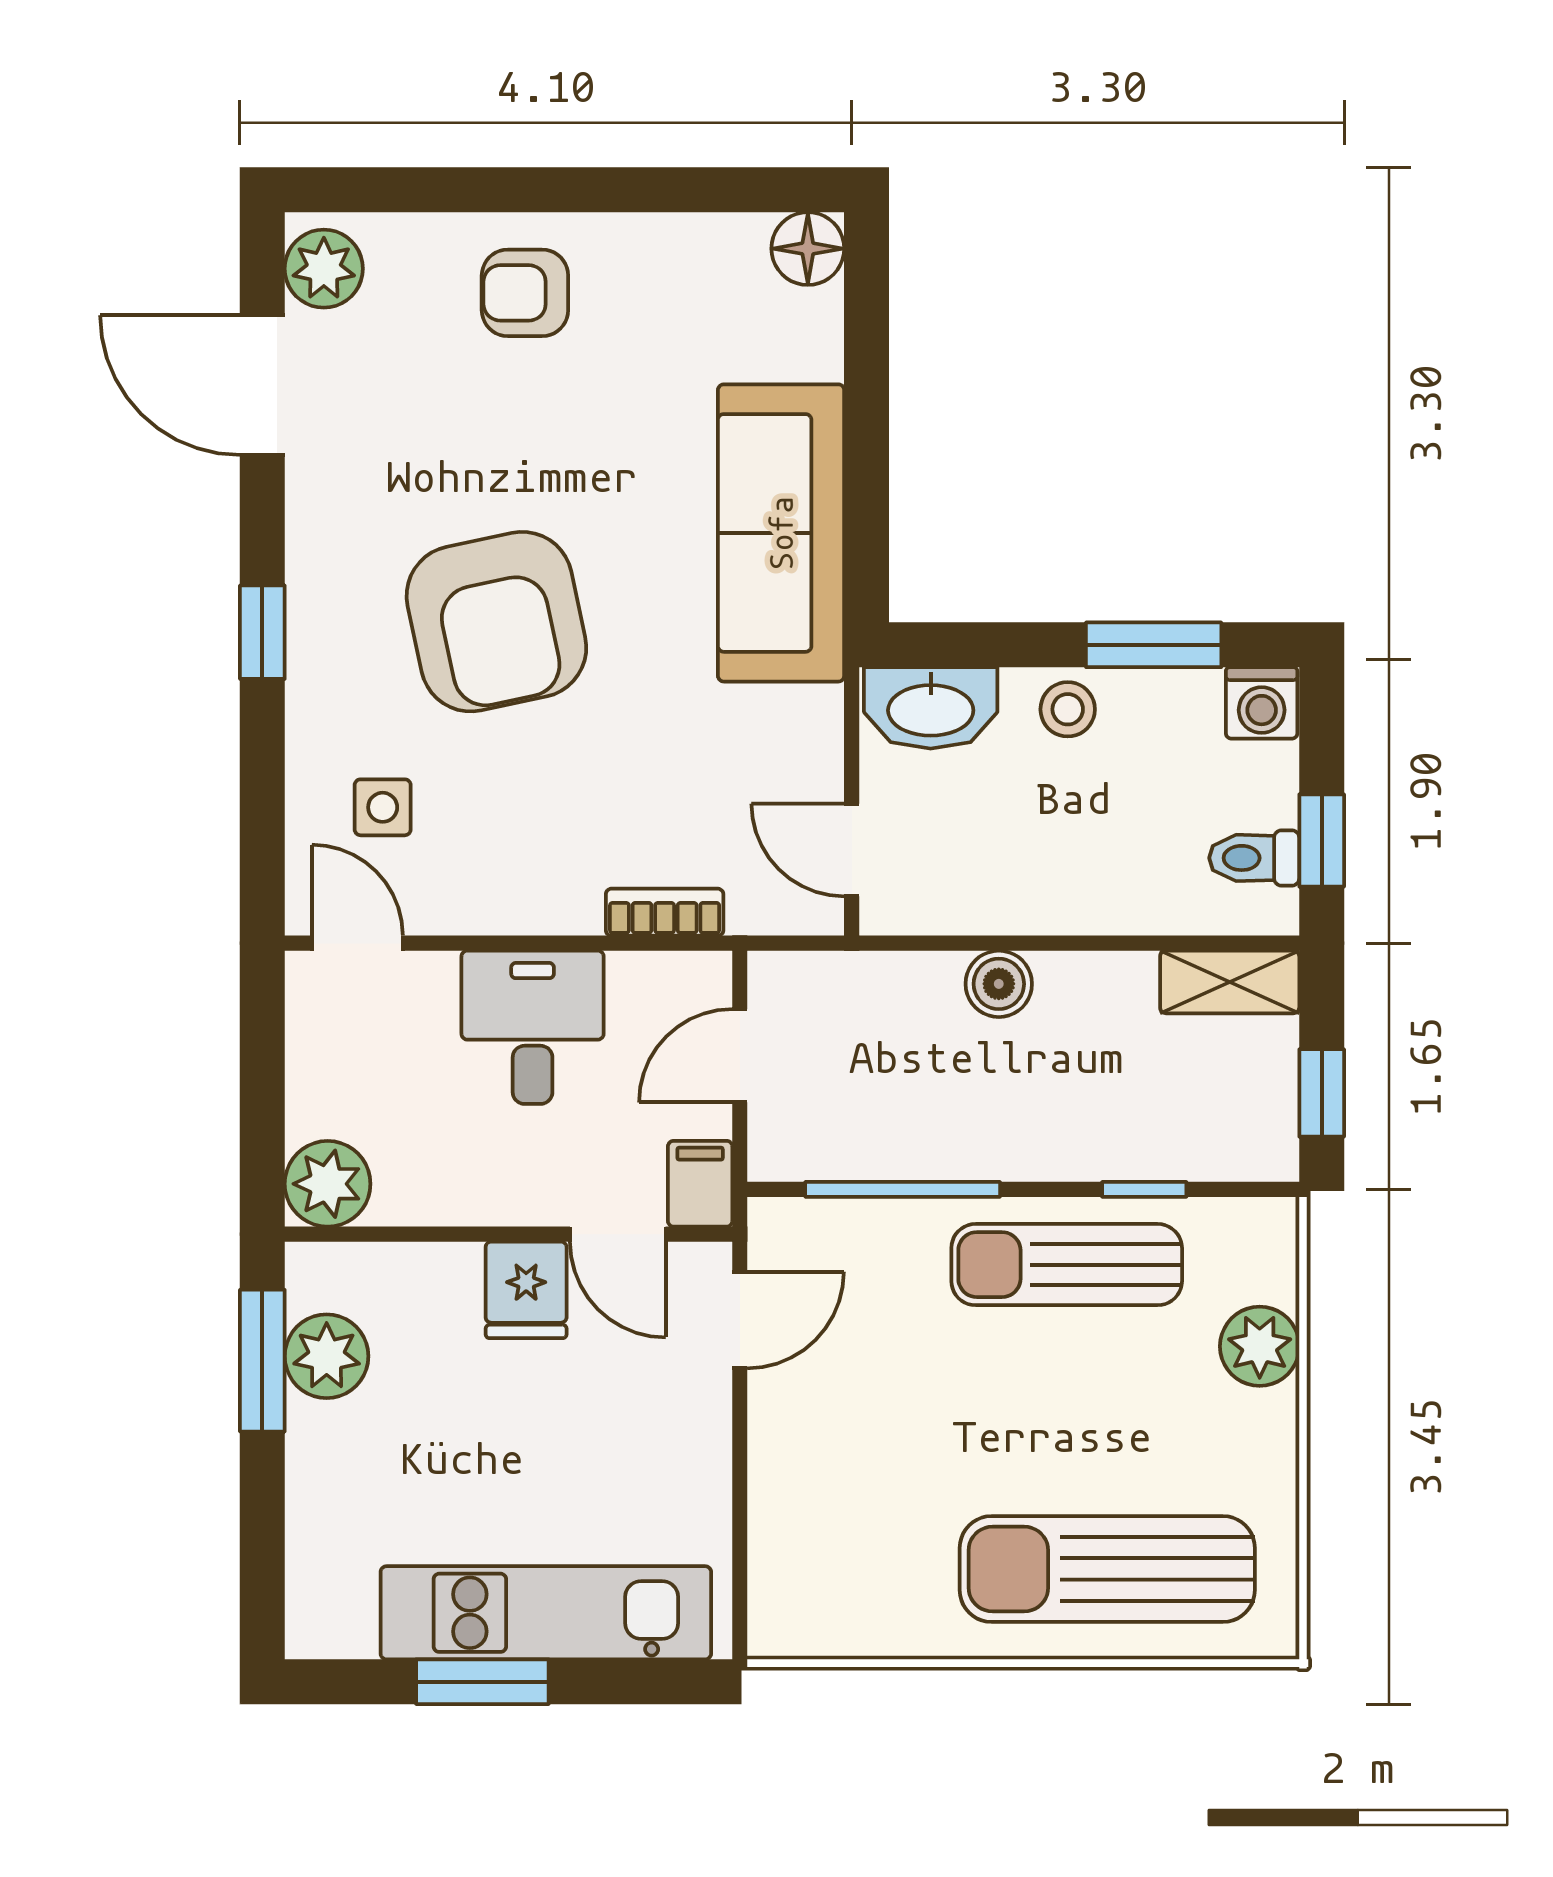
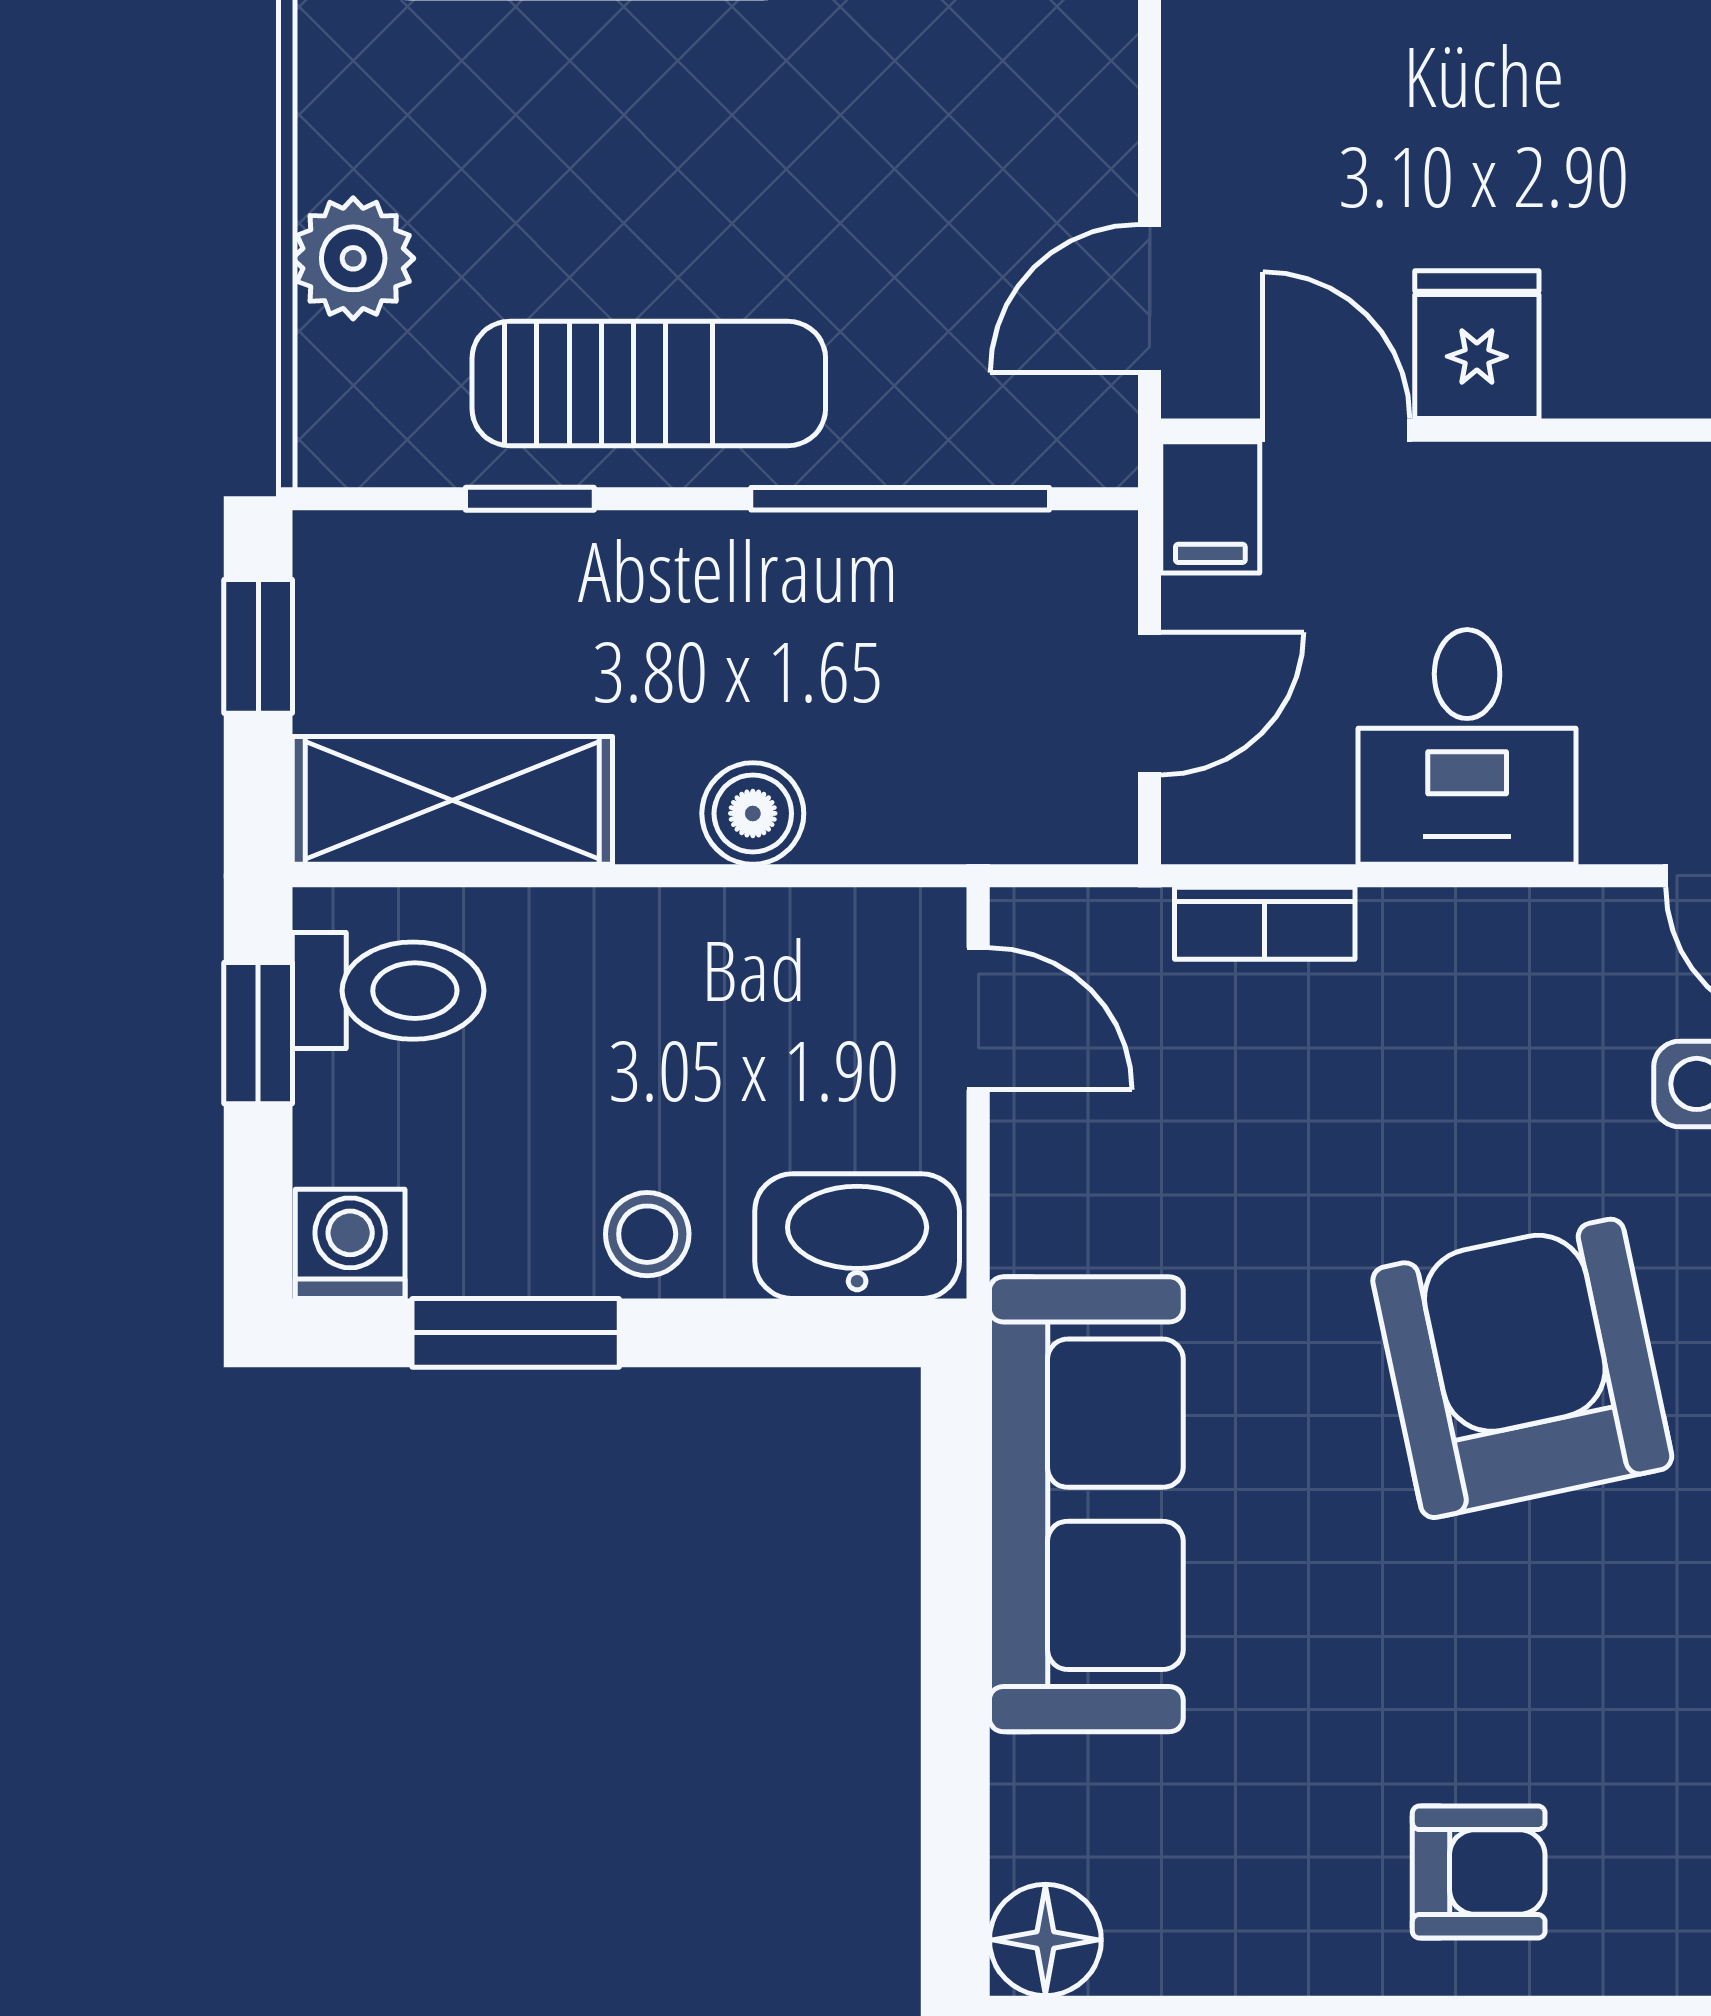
toilet: (1254, 858) -> (388, 991), width x1.37, depth x1.39
shelving: (1230, 982) -> (452, 800), width x1.50, depth x1.33

